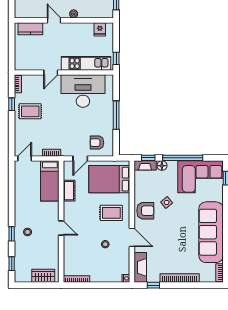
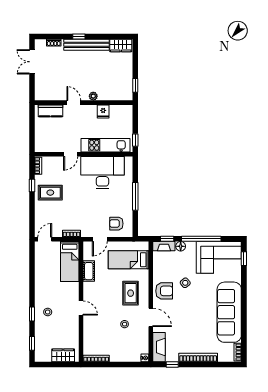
fridge: (100, 29) -> (103, 112), moved
bed: (109, 179) -> (128, 260), width x0.67
rug: (111, 213) -> (131, 293), turned 90

